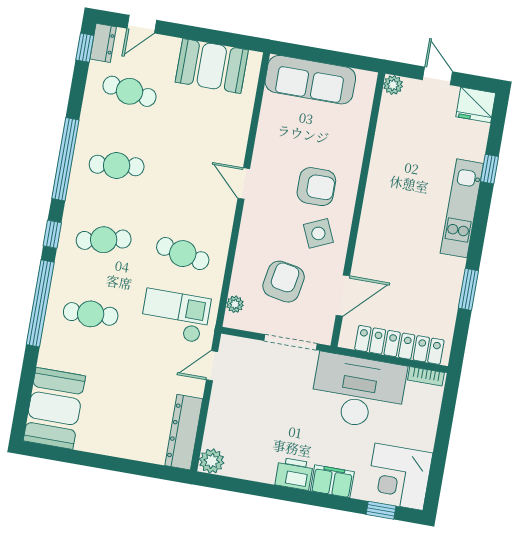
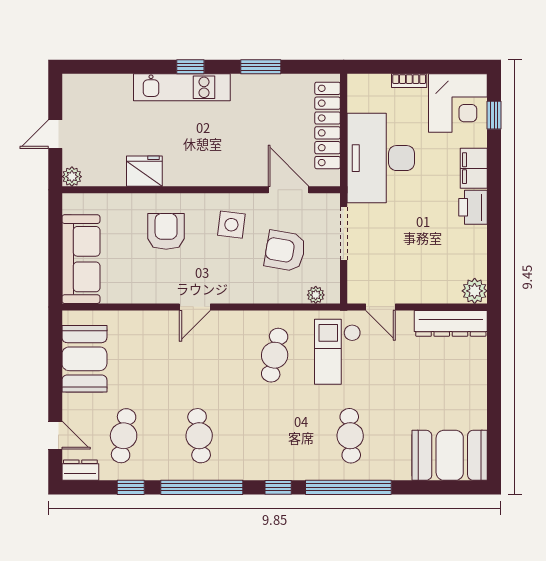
window: (85, 48) -> (131, 487), moved
fridge: (476, 105) -> (144, 171), moved, turned -90
window: (489, 169) -> (190, 67), moved
armchair: (316, 187) -> (166, 231), moved
side table: (318, 233) -> (231, 225), turned 31
cafe table: (104, 240) -> (275, 436), removed
bookcase: (426, 376) -> (409, 81), moved, turned 90

